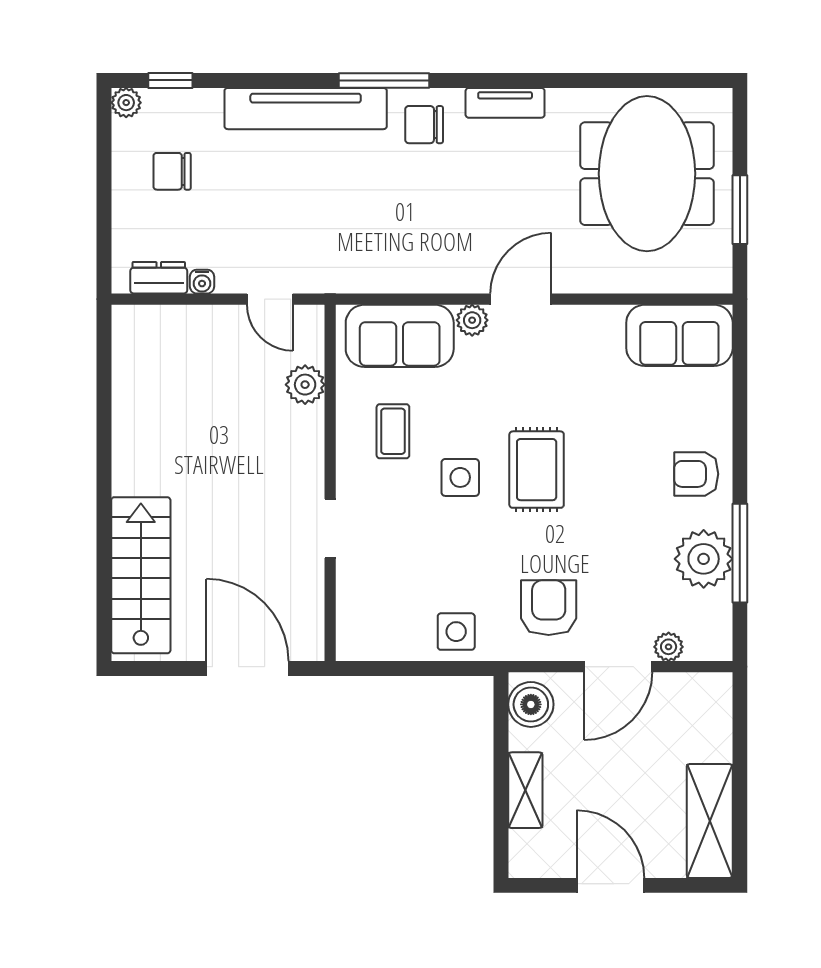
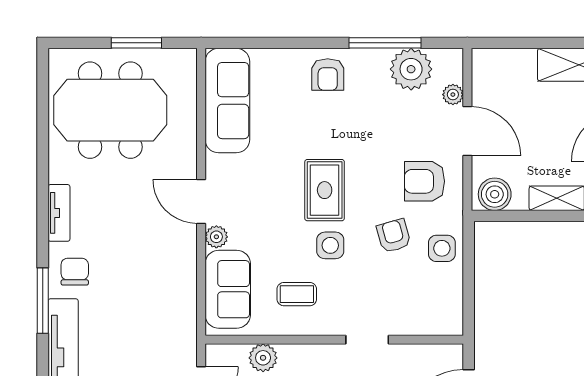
chair: (424, 125) -> (75, 272), turned 180
sofa: (679, 335) -> (227, 101), width x1.36
rug: (537, 470) -> (325, 190), turned 90
plant: (704, 559) -> (411, 69), moved
armchair: (474, 565) -> (394, 236), added

